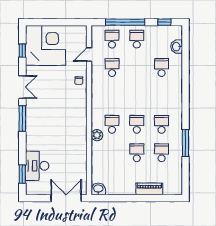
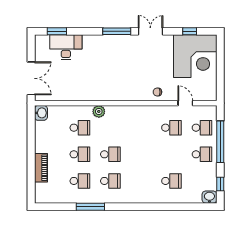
washbasin: (177, 47) -> (209, 197), moved
double door: (22, 87) -> (150, 31), swing flipped
school desk: (112, 124) -> (80, 128), moved

